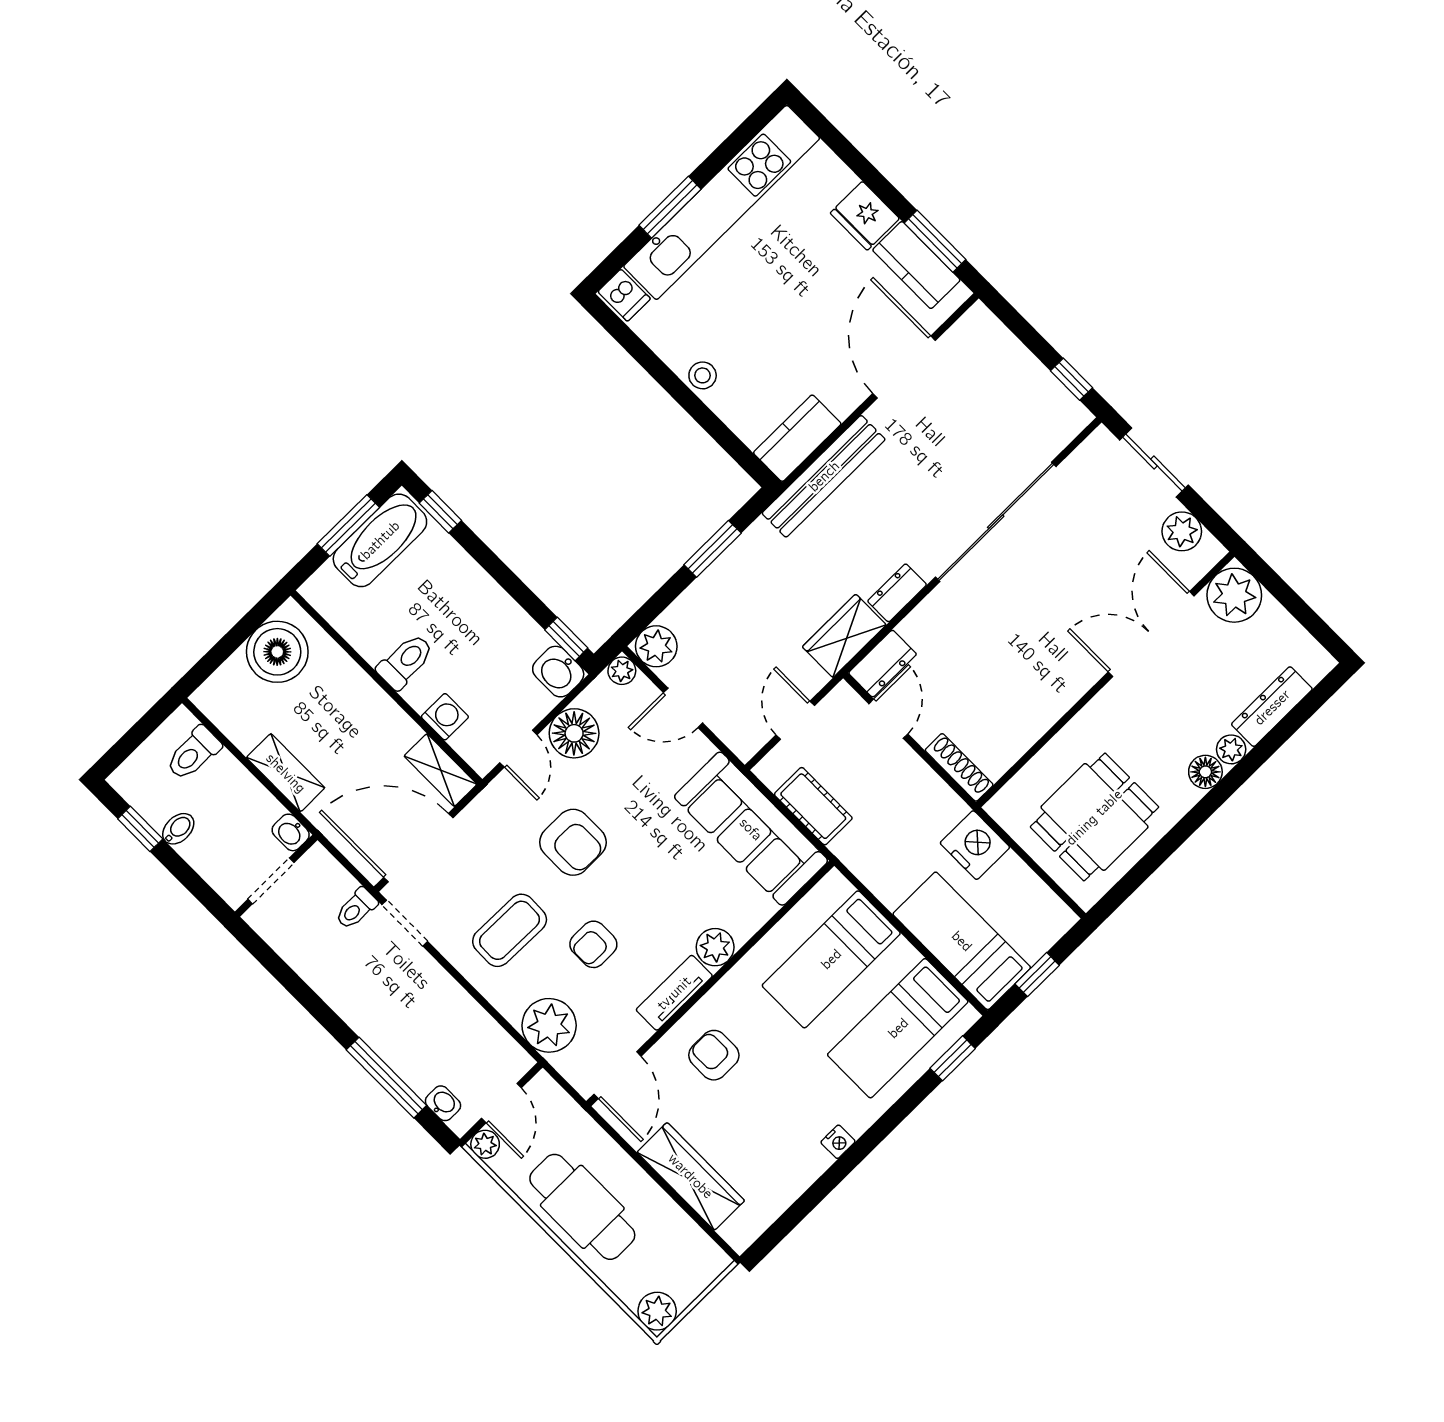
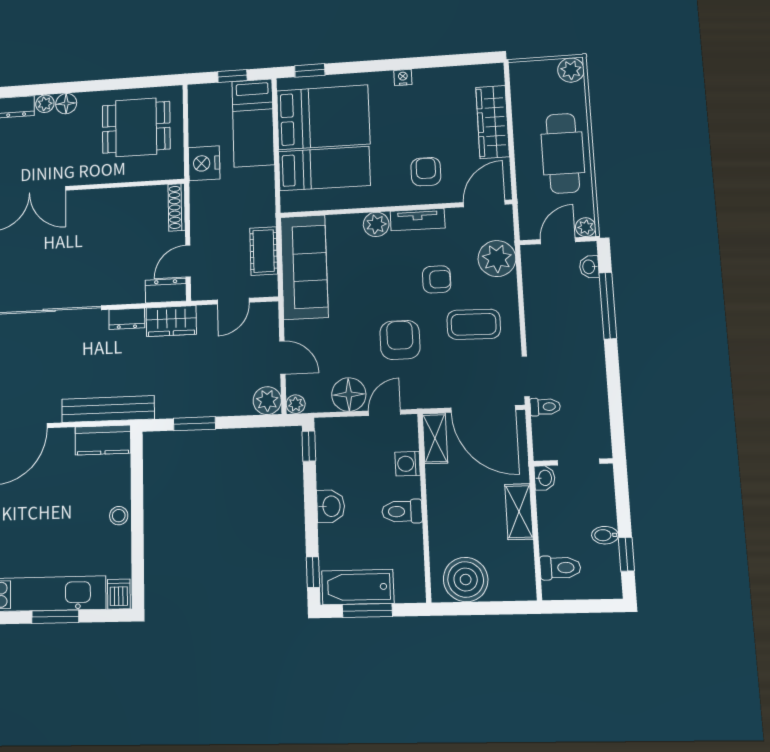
washbasin: (558, 672) -> (331, 506), moved
bed: (898, 1028) -> (323, 117), width x1.50
armchair: (714, 1055) -> (426, 172), turned 180

